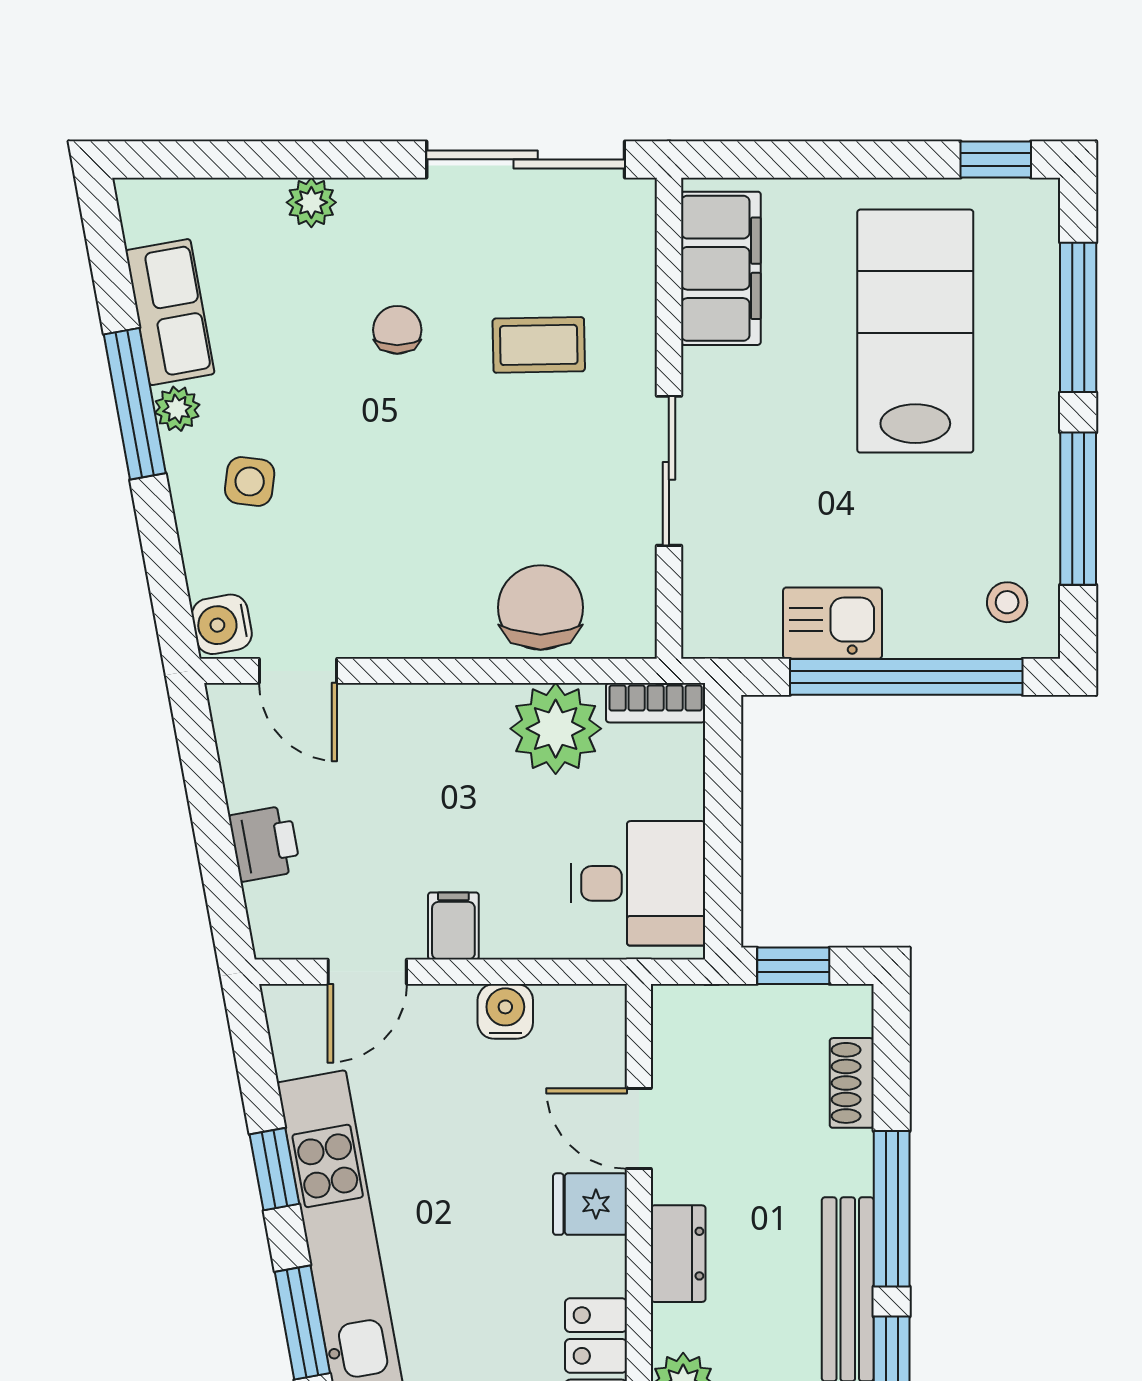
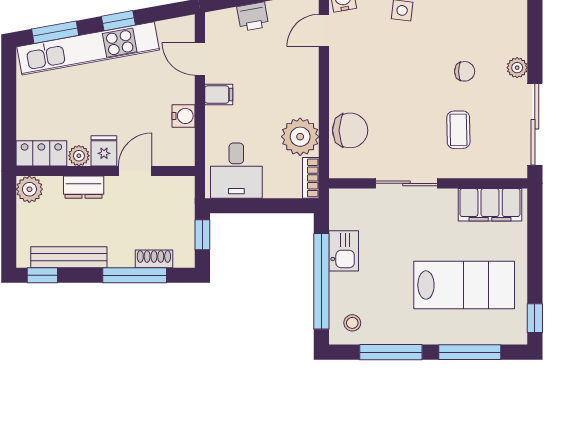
plant: (311, 202) -> (517, 68), moved
window: (892, 1209) -> (135, 275), moved
plant: (602, 1265) -> (79, 156), added

